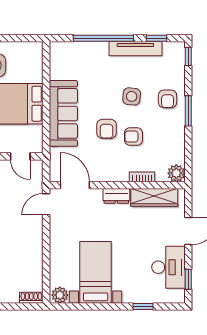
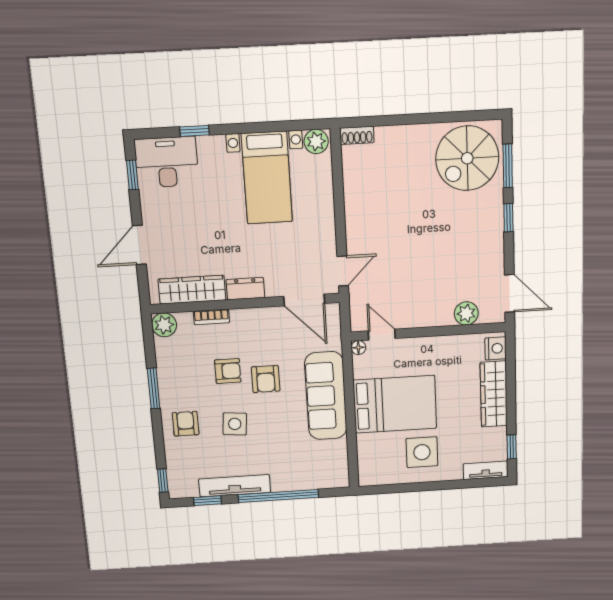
window: (188, 111) -> (154, 388), moved
armchair: (107, 129) -> (266, 379), turned 180
floor lamp: (38, 148) -> (358, 348), added
desk: (168, 267) -> (167, 162), moved, turned 90

